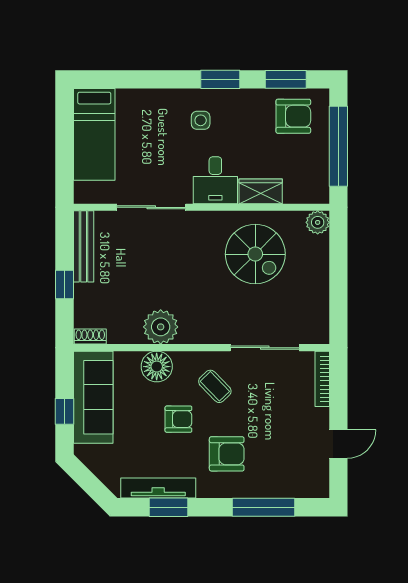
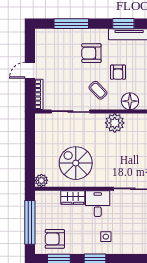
plant: (161, 327) -> (115, 123), moved
armchair: (178, 419) -> (118, 72), turned -90
door: (338, 444) -> (30, 70), moved

